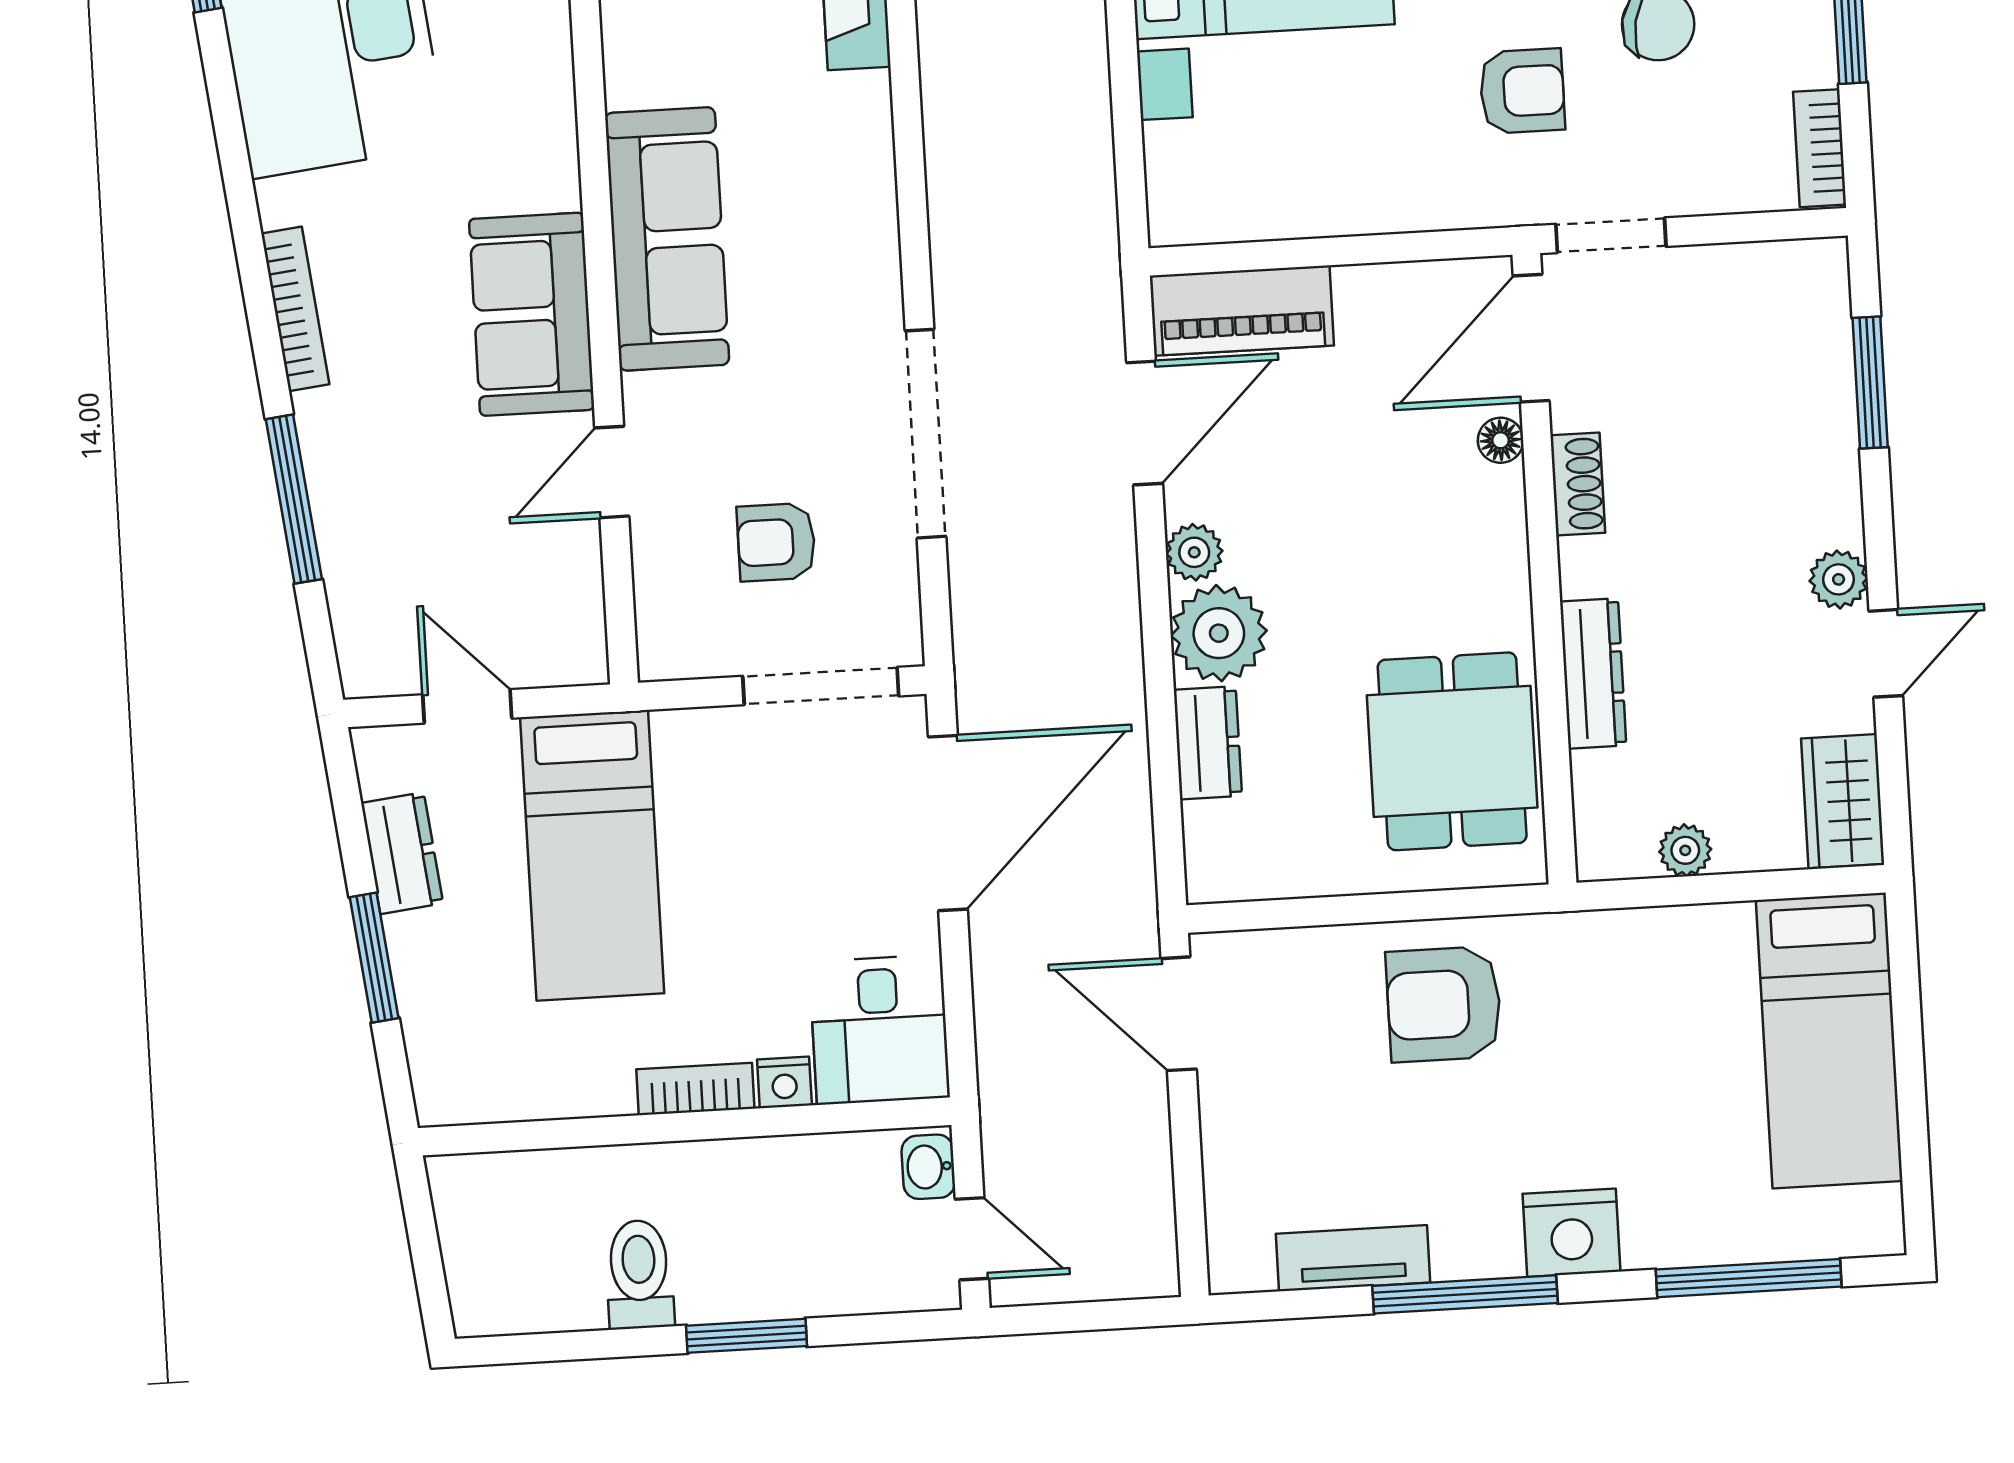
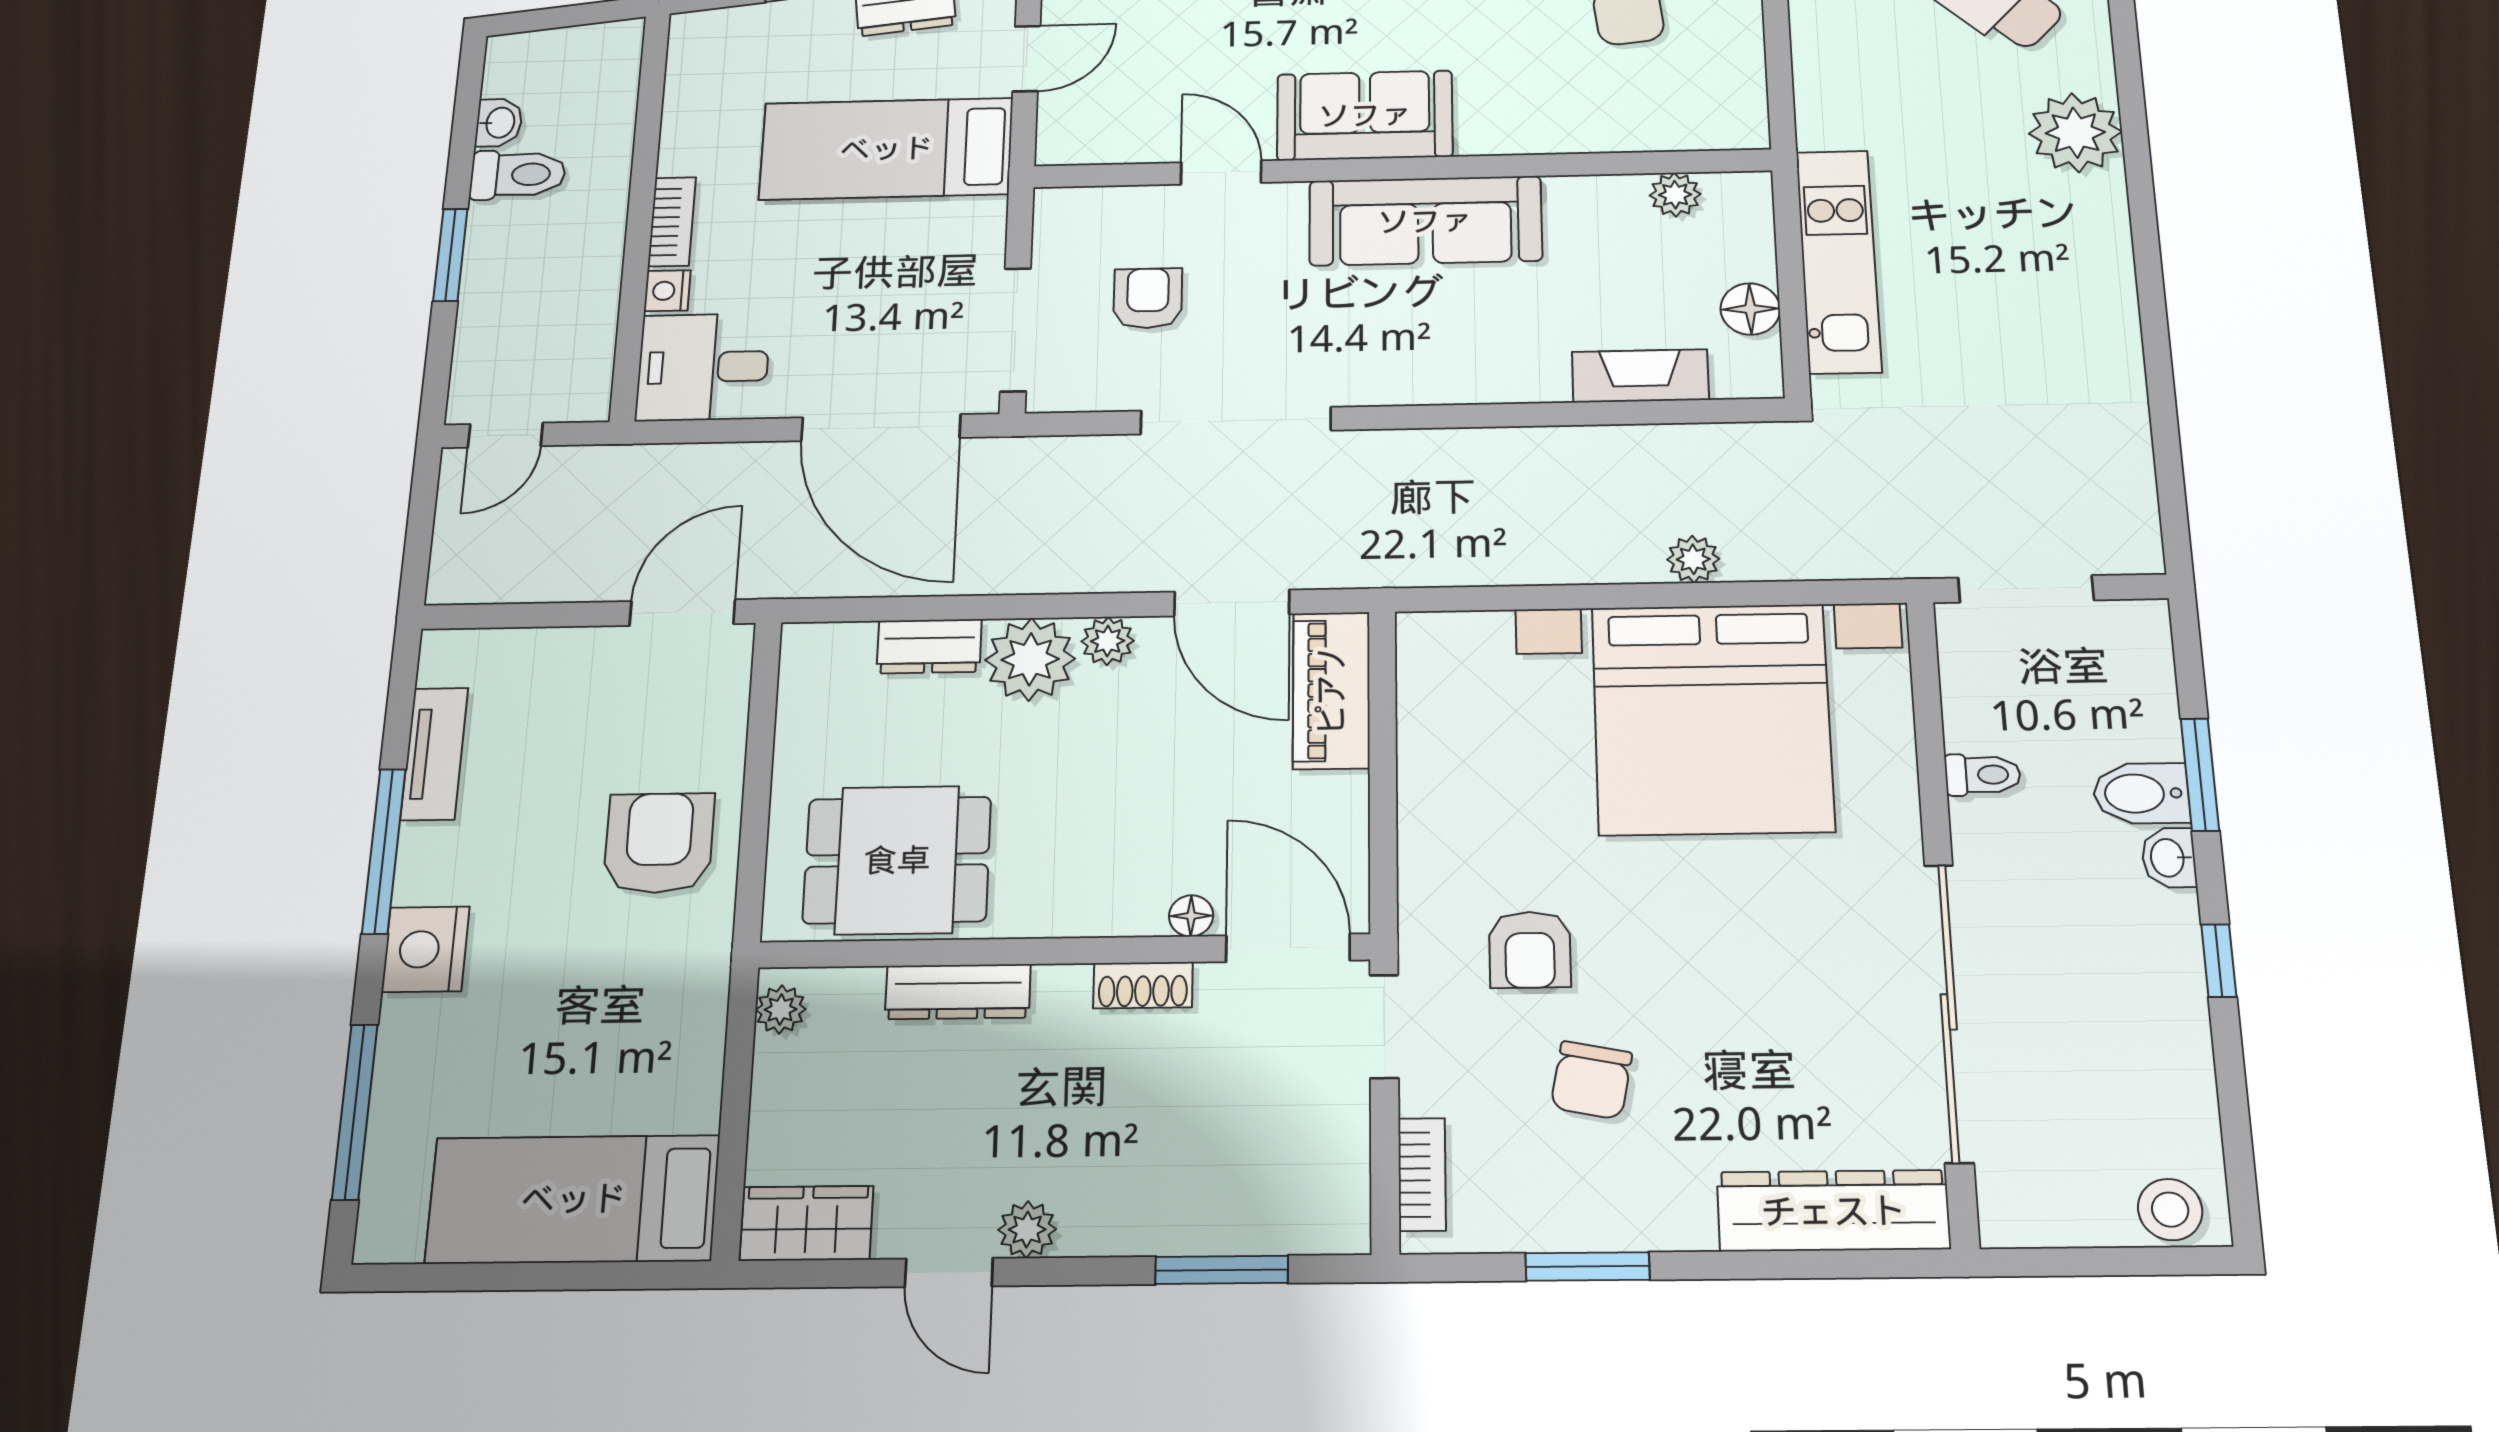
bookcase: (1820, 148) -> (1422, 1174), moved, turned 90
plant: (1685, 850) -> (781, 1009), moved
washbasin: (928, 1167) -> (499, 123), moved, turned 90

